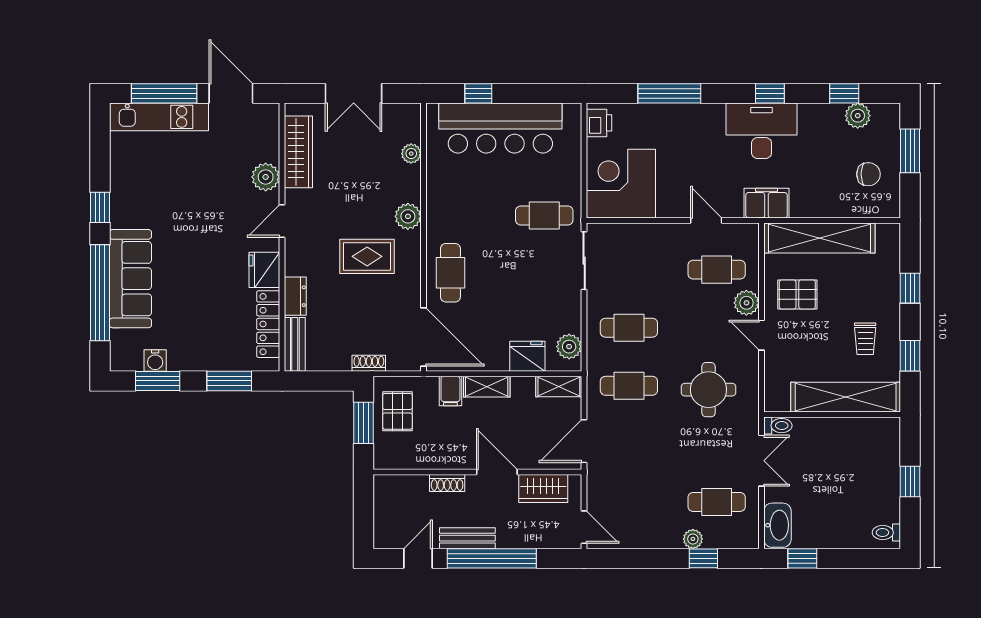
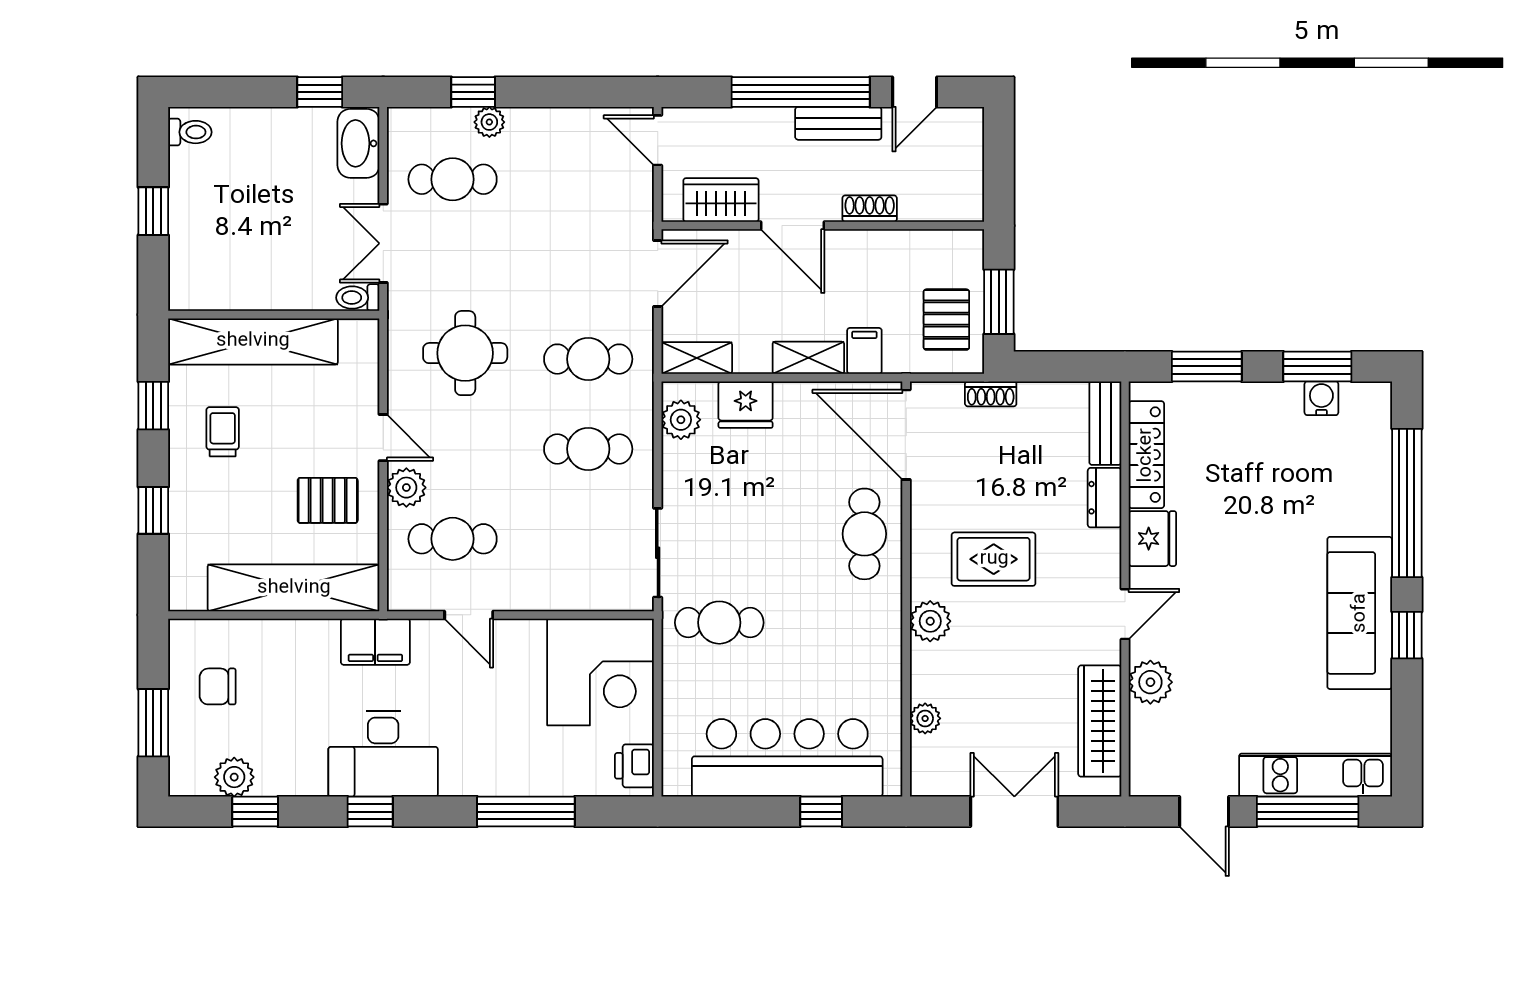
door: (231, 93) -> (1204, 812), width x0.73
sofa: (130, 279) -> (1360, 613), moved

